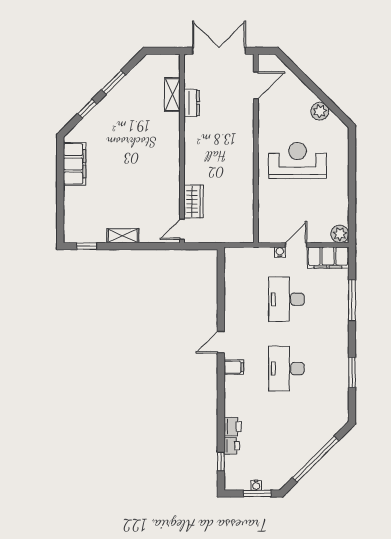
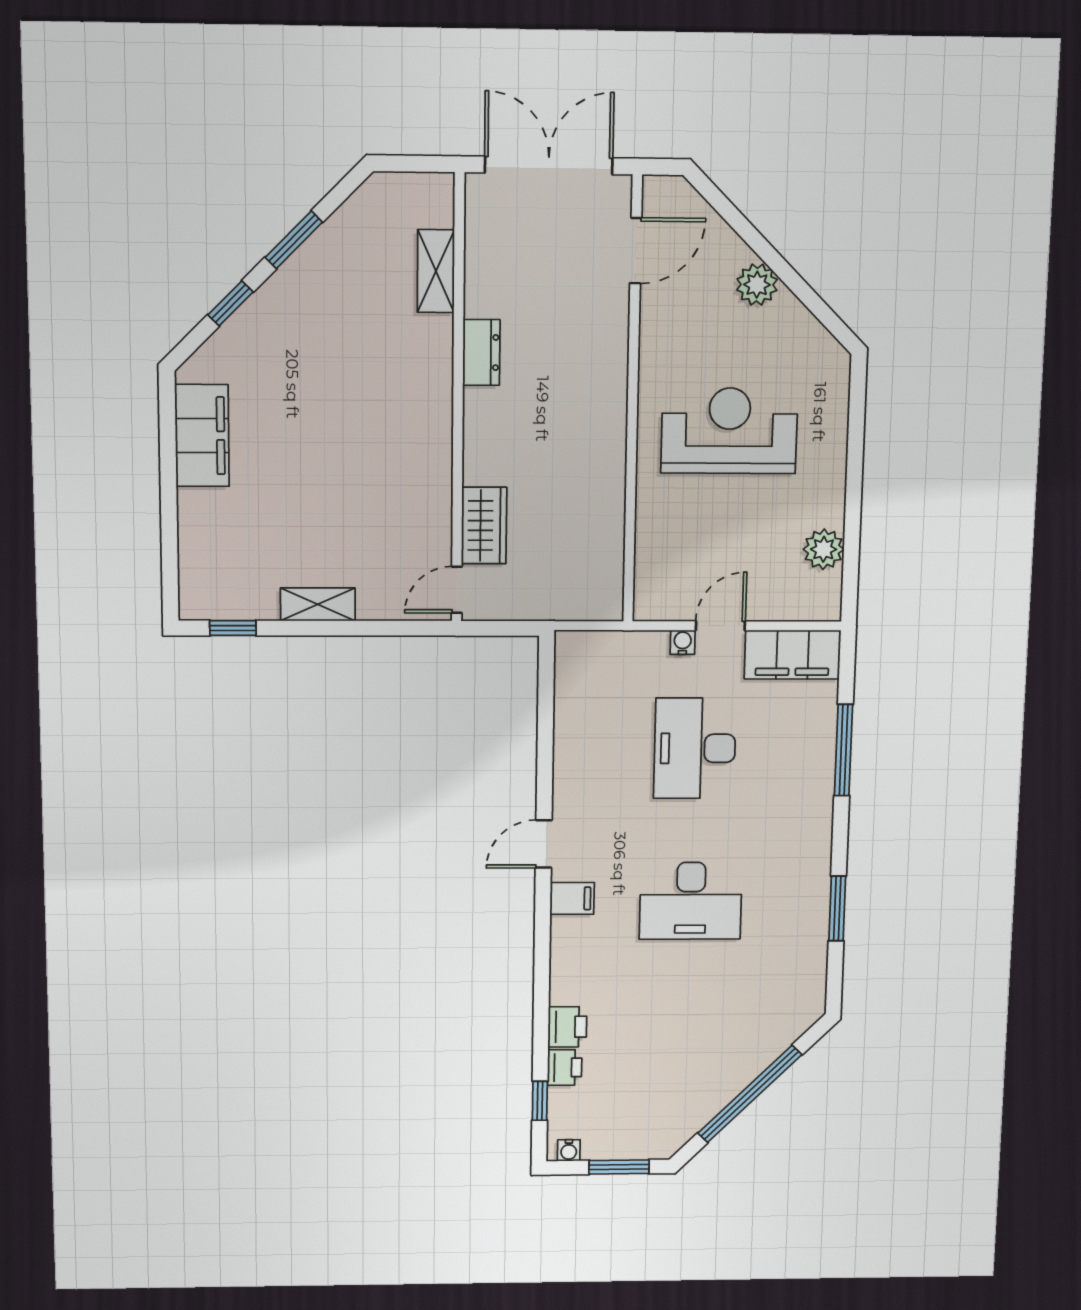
dresser: (192, 103) -> (481, 352), moved
plant: (320, 111) -> (757, 285), moved
plant: (340, 234) -> (824, 549), moved
desk: (286, 369) -> (691, 901), turned -90
water cooler: (256, 485) -> (569, 1150), moved

